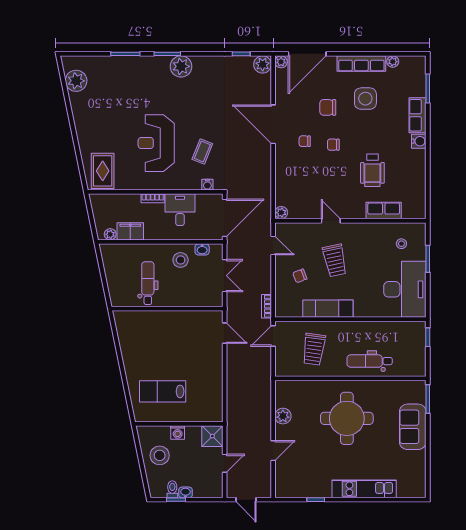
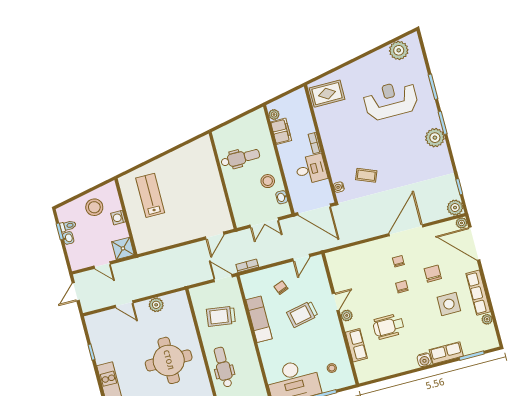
reception desk: (156, 143) -> (391, 100), moved
plant: (281, 213) -> (347, 315), moved

